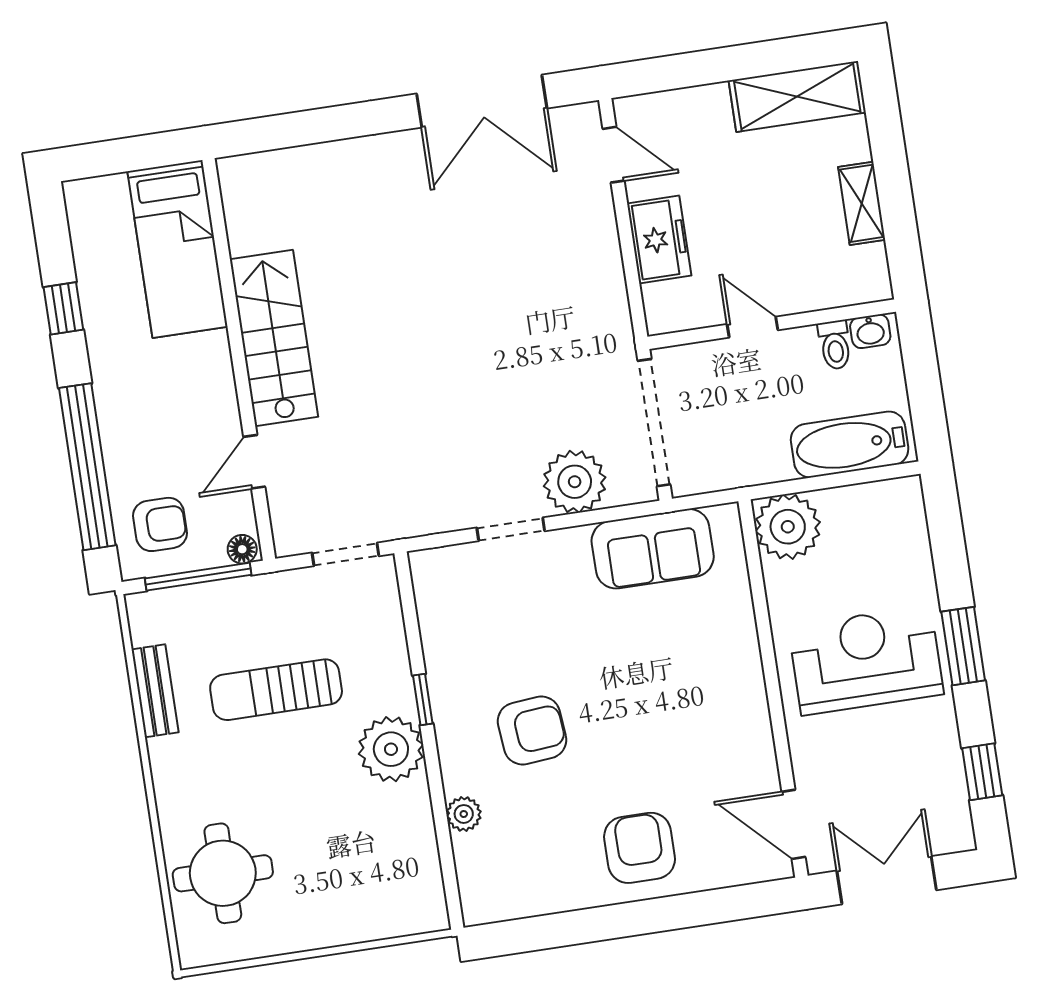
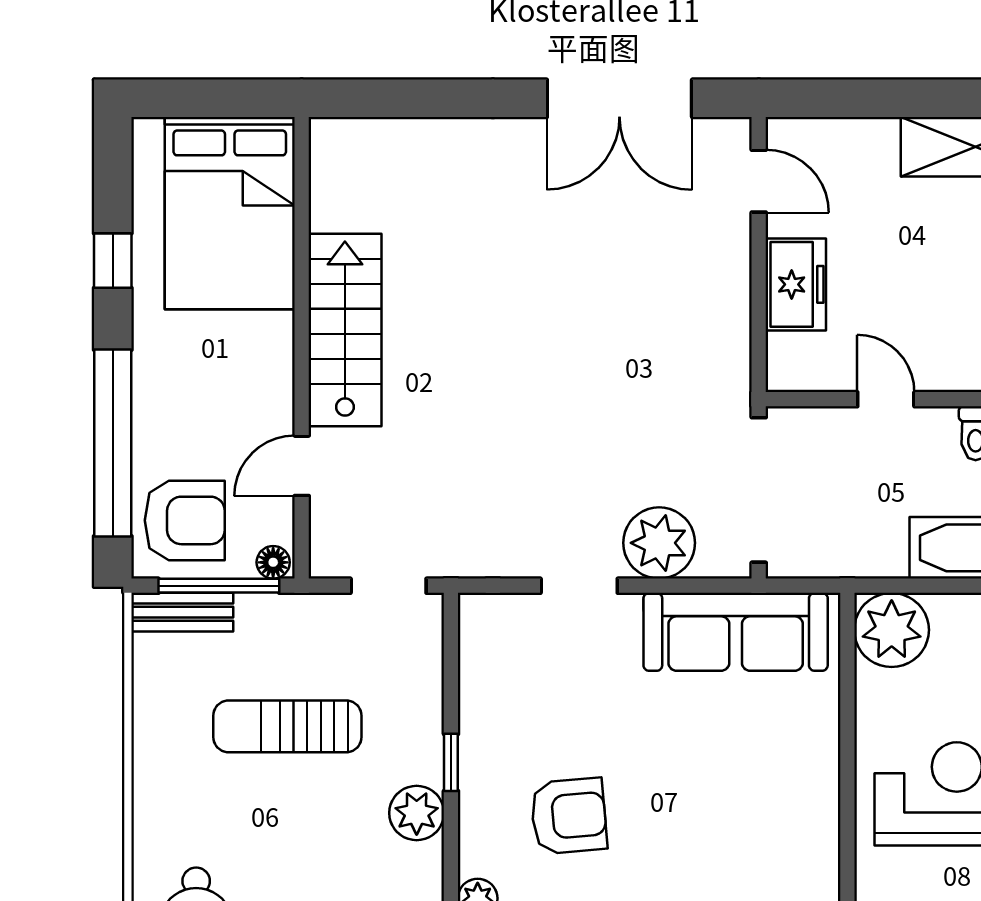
bed: (177, 249) -> (230, 213), width x1.50
armchair: (160, 524) -> (185, 520), width x1.38, depth x1.38
sofa: (653, 549) -> (736, 632), width x1.36
bench: (155, 691) -> (182, 612), moved, turned 90
plant: (391, 749) -> (417, 813), width x0.73, depth x0.73

